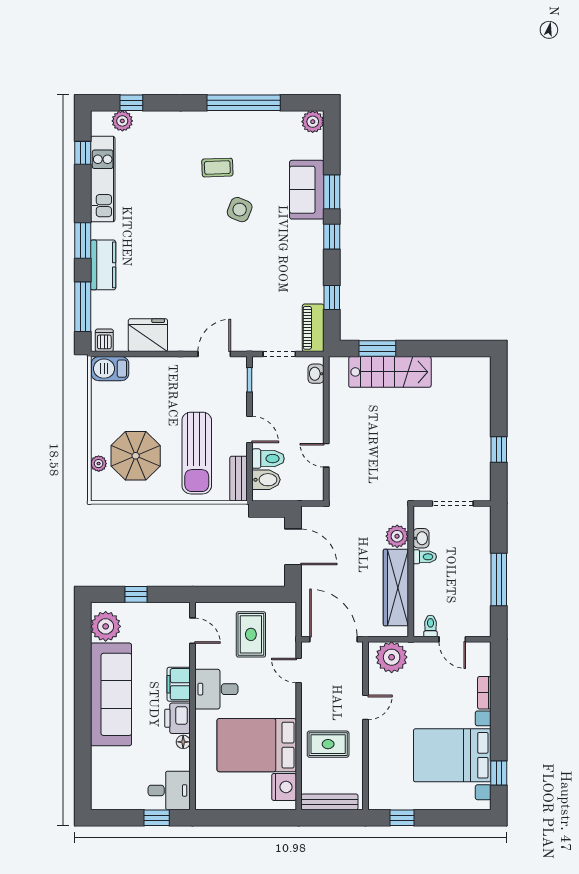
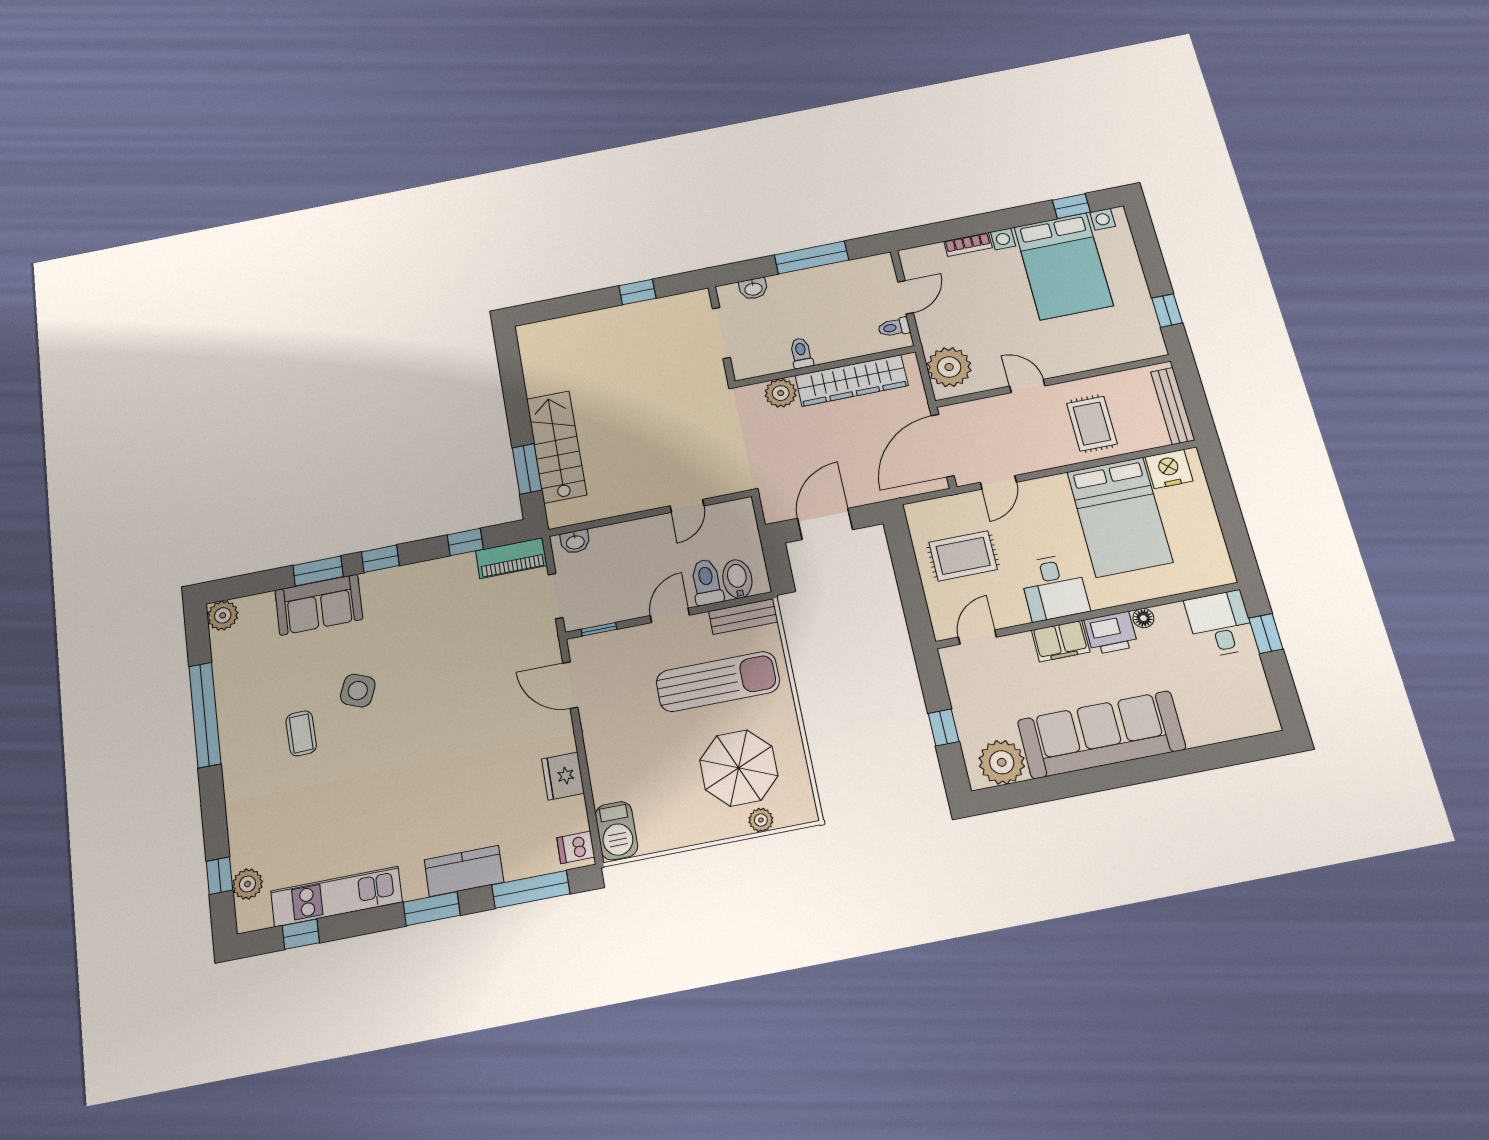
fridge: (148, 335) -> (563, 776), width x0.73, depth x0.75
washbasin: (421, 538) -> (753, 289), moved, turned 180

